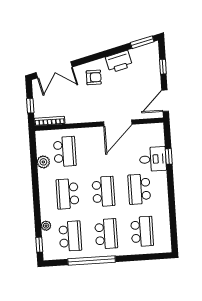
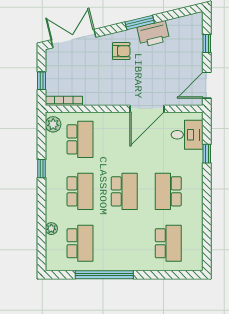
window: (142, 42) -> (140, 22), moved
double door: (54, 70) -> (73, 39), swing flipped
desk: (153, 159) -> (187, 135), moved
plant: (43, 162) -> (53, 124), moved
school desk: (67, 194) -> (80, 191), turned 180
school desk: (106, 234) -> (124, 243), removed
window: (39, 245) -> (42, 169), moved

